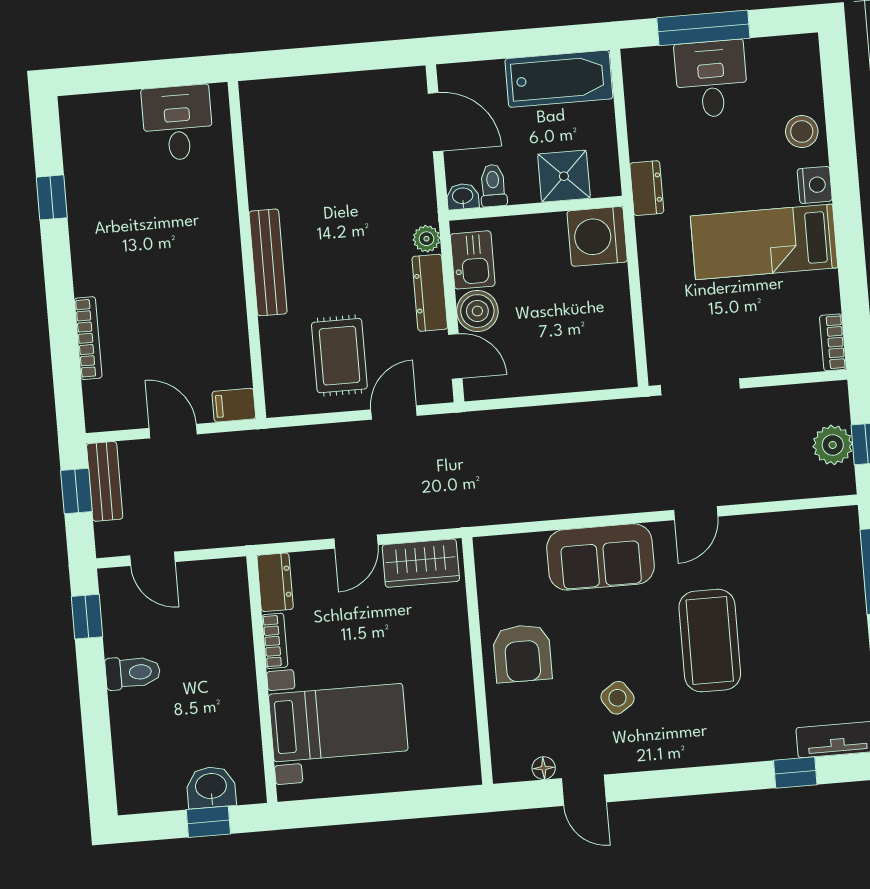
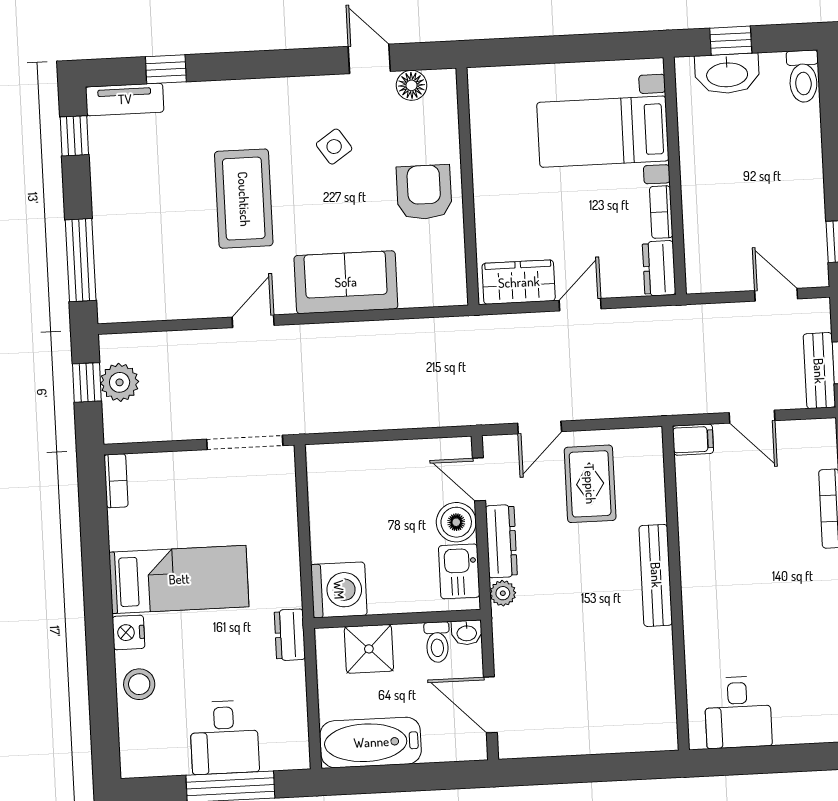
toilet: (133, 672) -> (803, 76), moved, turned -90
floor lamp: (544, 768) -> (411, 85), width x1.37, depth x1.37
washbasin: (211, 787) -> (727, 74), width x1.38

